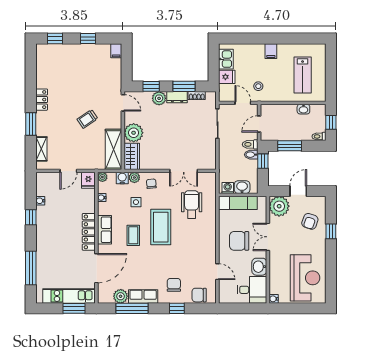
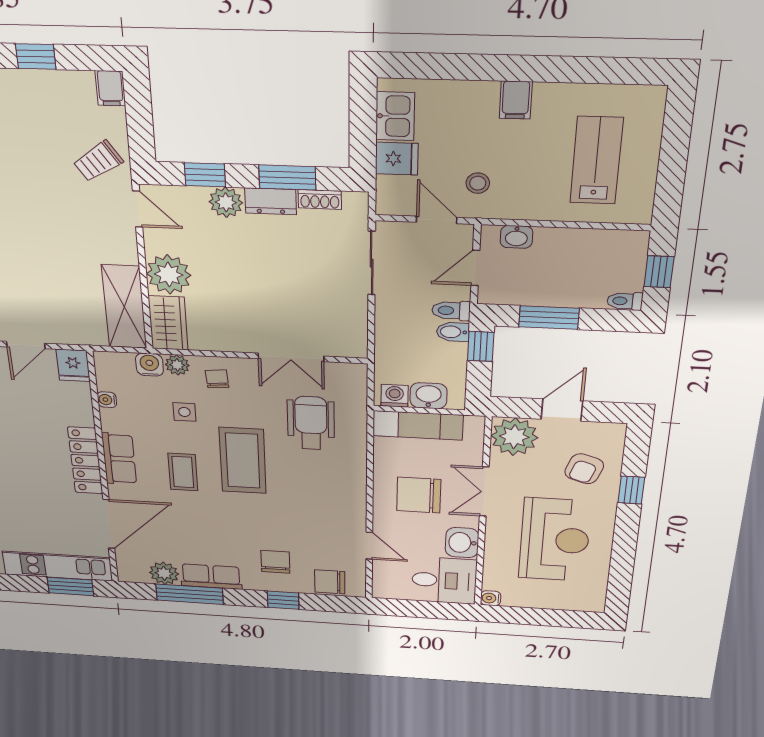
lab bench: (303, 75) -> (596, 160), turned 180
washbasin: (303, 109) -> (516, 237), moved
trolley: (87, 119) -> (98, 161), moved
plant: (102, 177) -> (104, 360), removed
reception desk: (305, 278) -> (555, 540), moved

